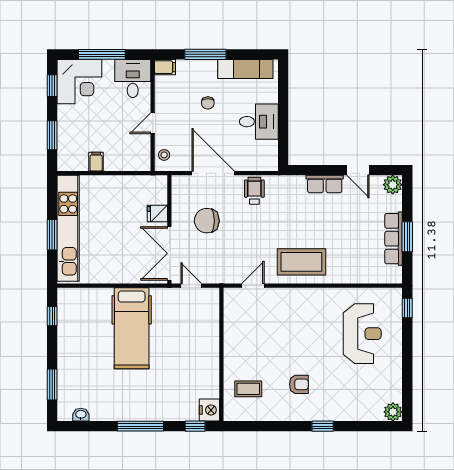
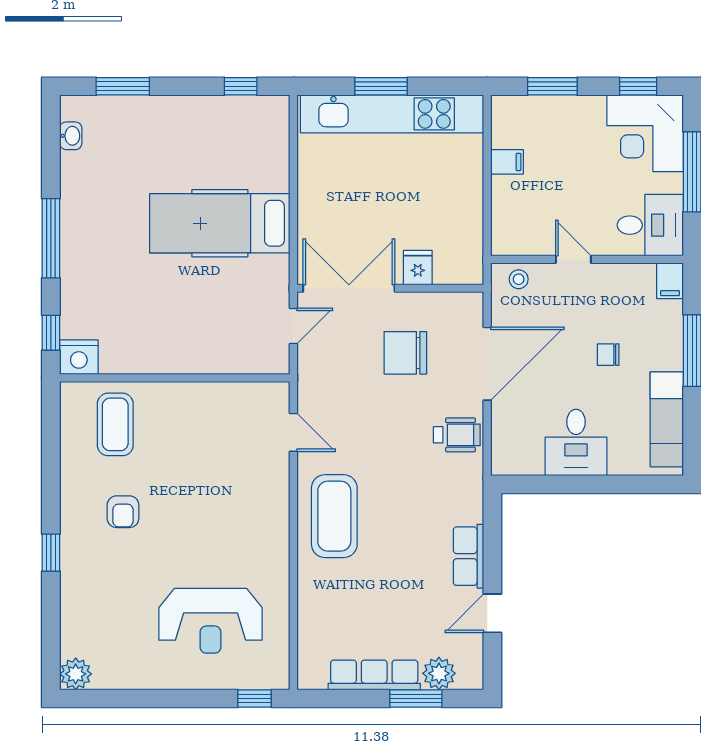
plant: (393, 185) -> (439, 673), moved
chair: (207, 221) -> (405, 353), turned -90
window: (407, 237) -> (416, 699), moved
coffee table: (248, 389) -> (115, 424), width x1.36, depth x1.30

